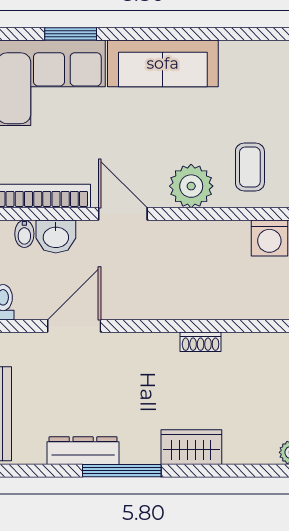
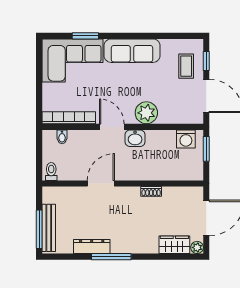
coffee table: (250, 167) -> (186, 66), moved
washbasin: (56, 236) -> (135, 138), moved
door: (74, 326) -> (101, 184), moved
wardrobe: (191, 447) -> (174, 245), moved

